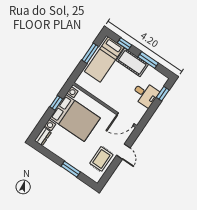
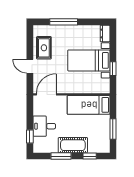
bed: (104, 60) -> (89, 105), moved, turned -90
bed with nightstands: (75, 118) -> (89, 60), width x0.73
window: (71, 169) -> (64, 22), width x1.44

